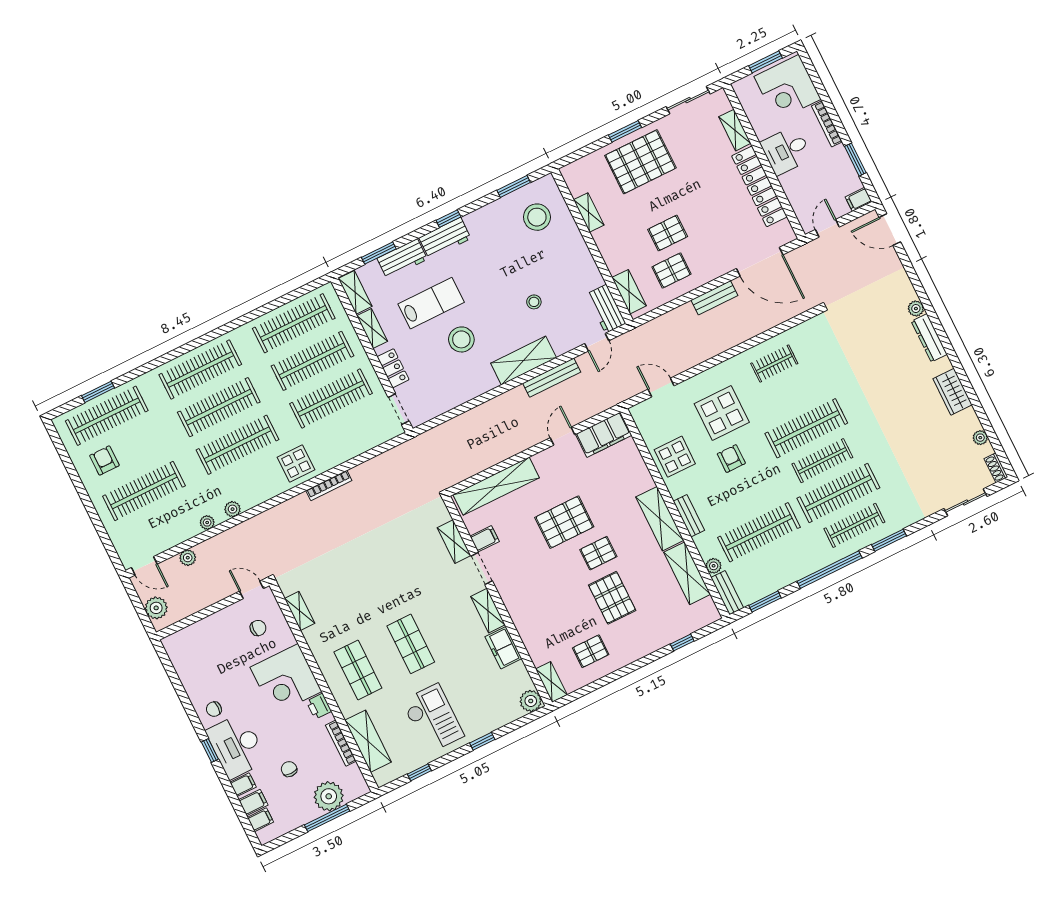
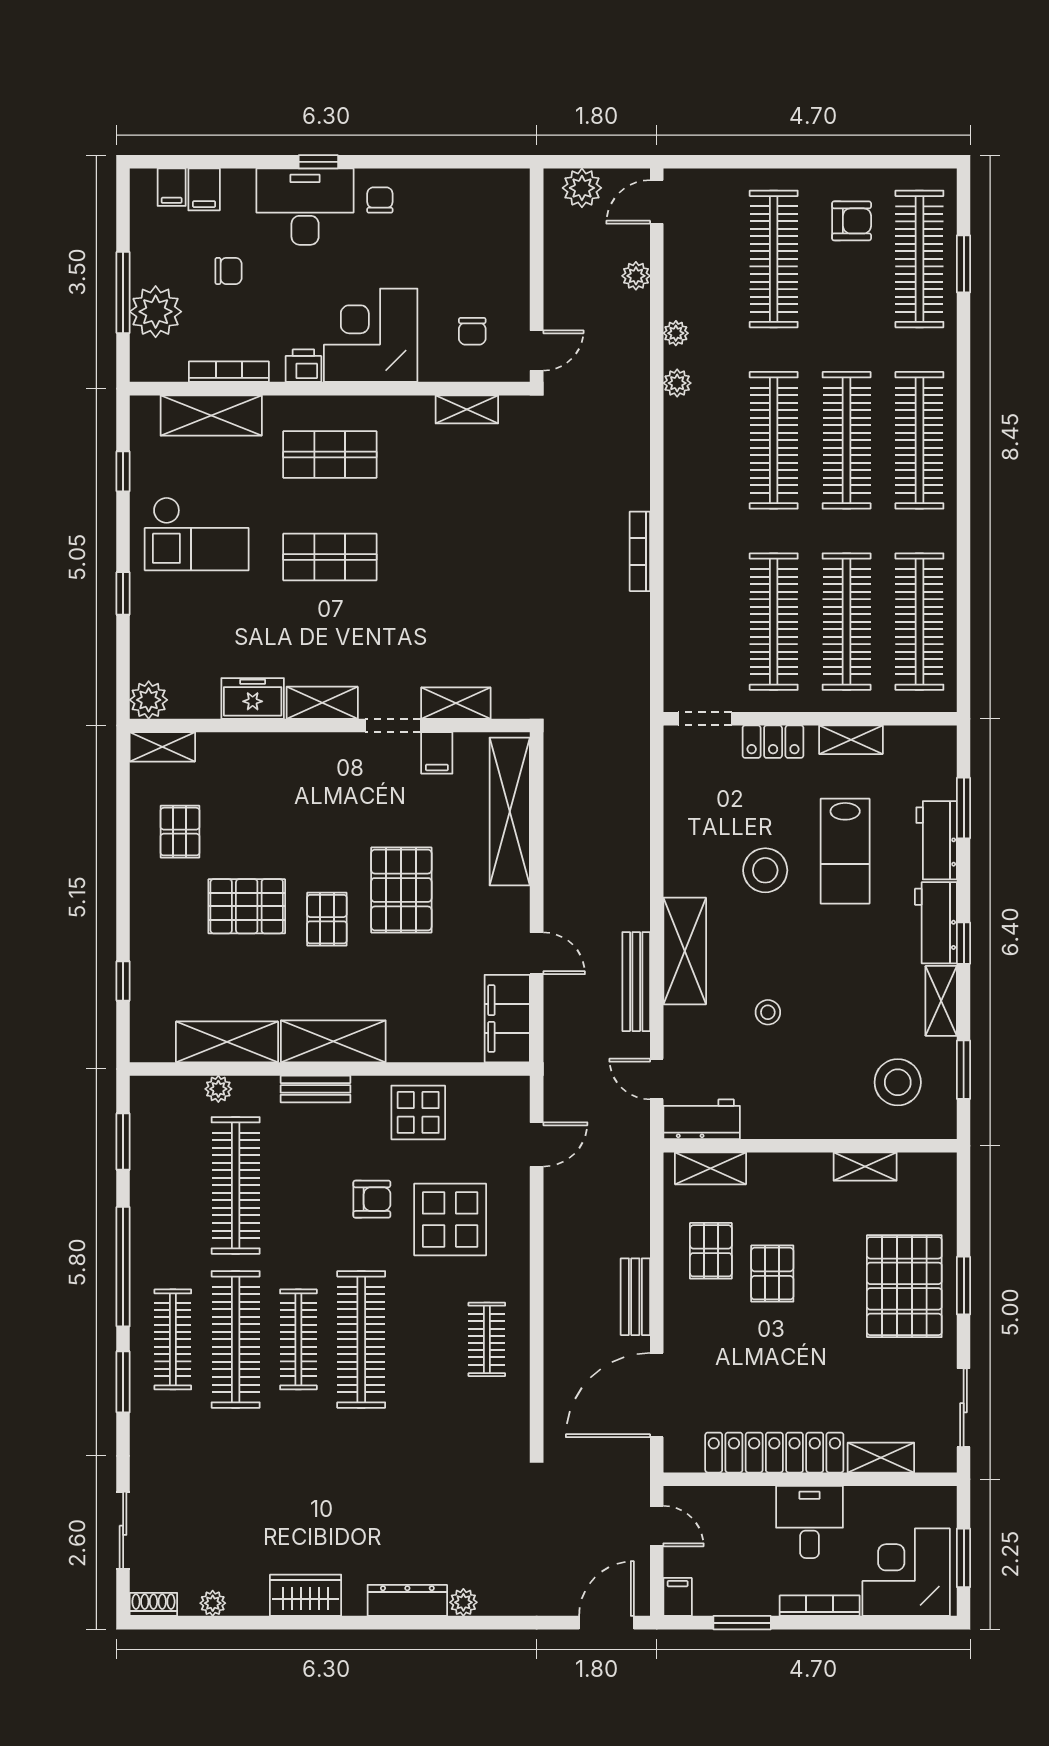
shelving: (355, 292) -> (941, 1001), moved, turned 90
display table: (296, 463) -> (699, 517), removed
bench: (727, 593) -> (166, 1089), removed
filing cabinet: (243, 785) -> (240, 187), removed

